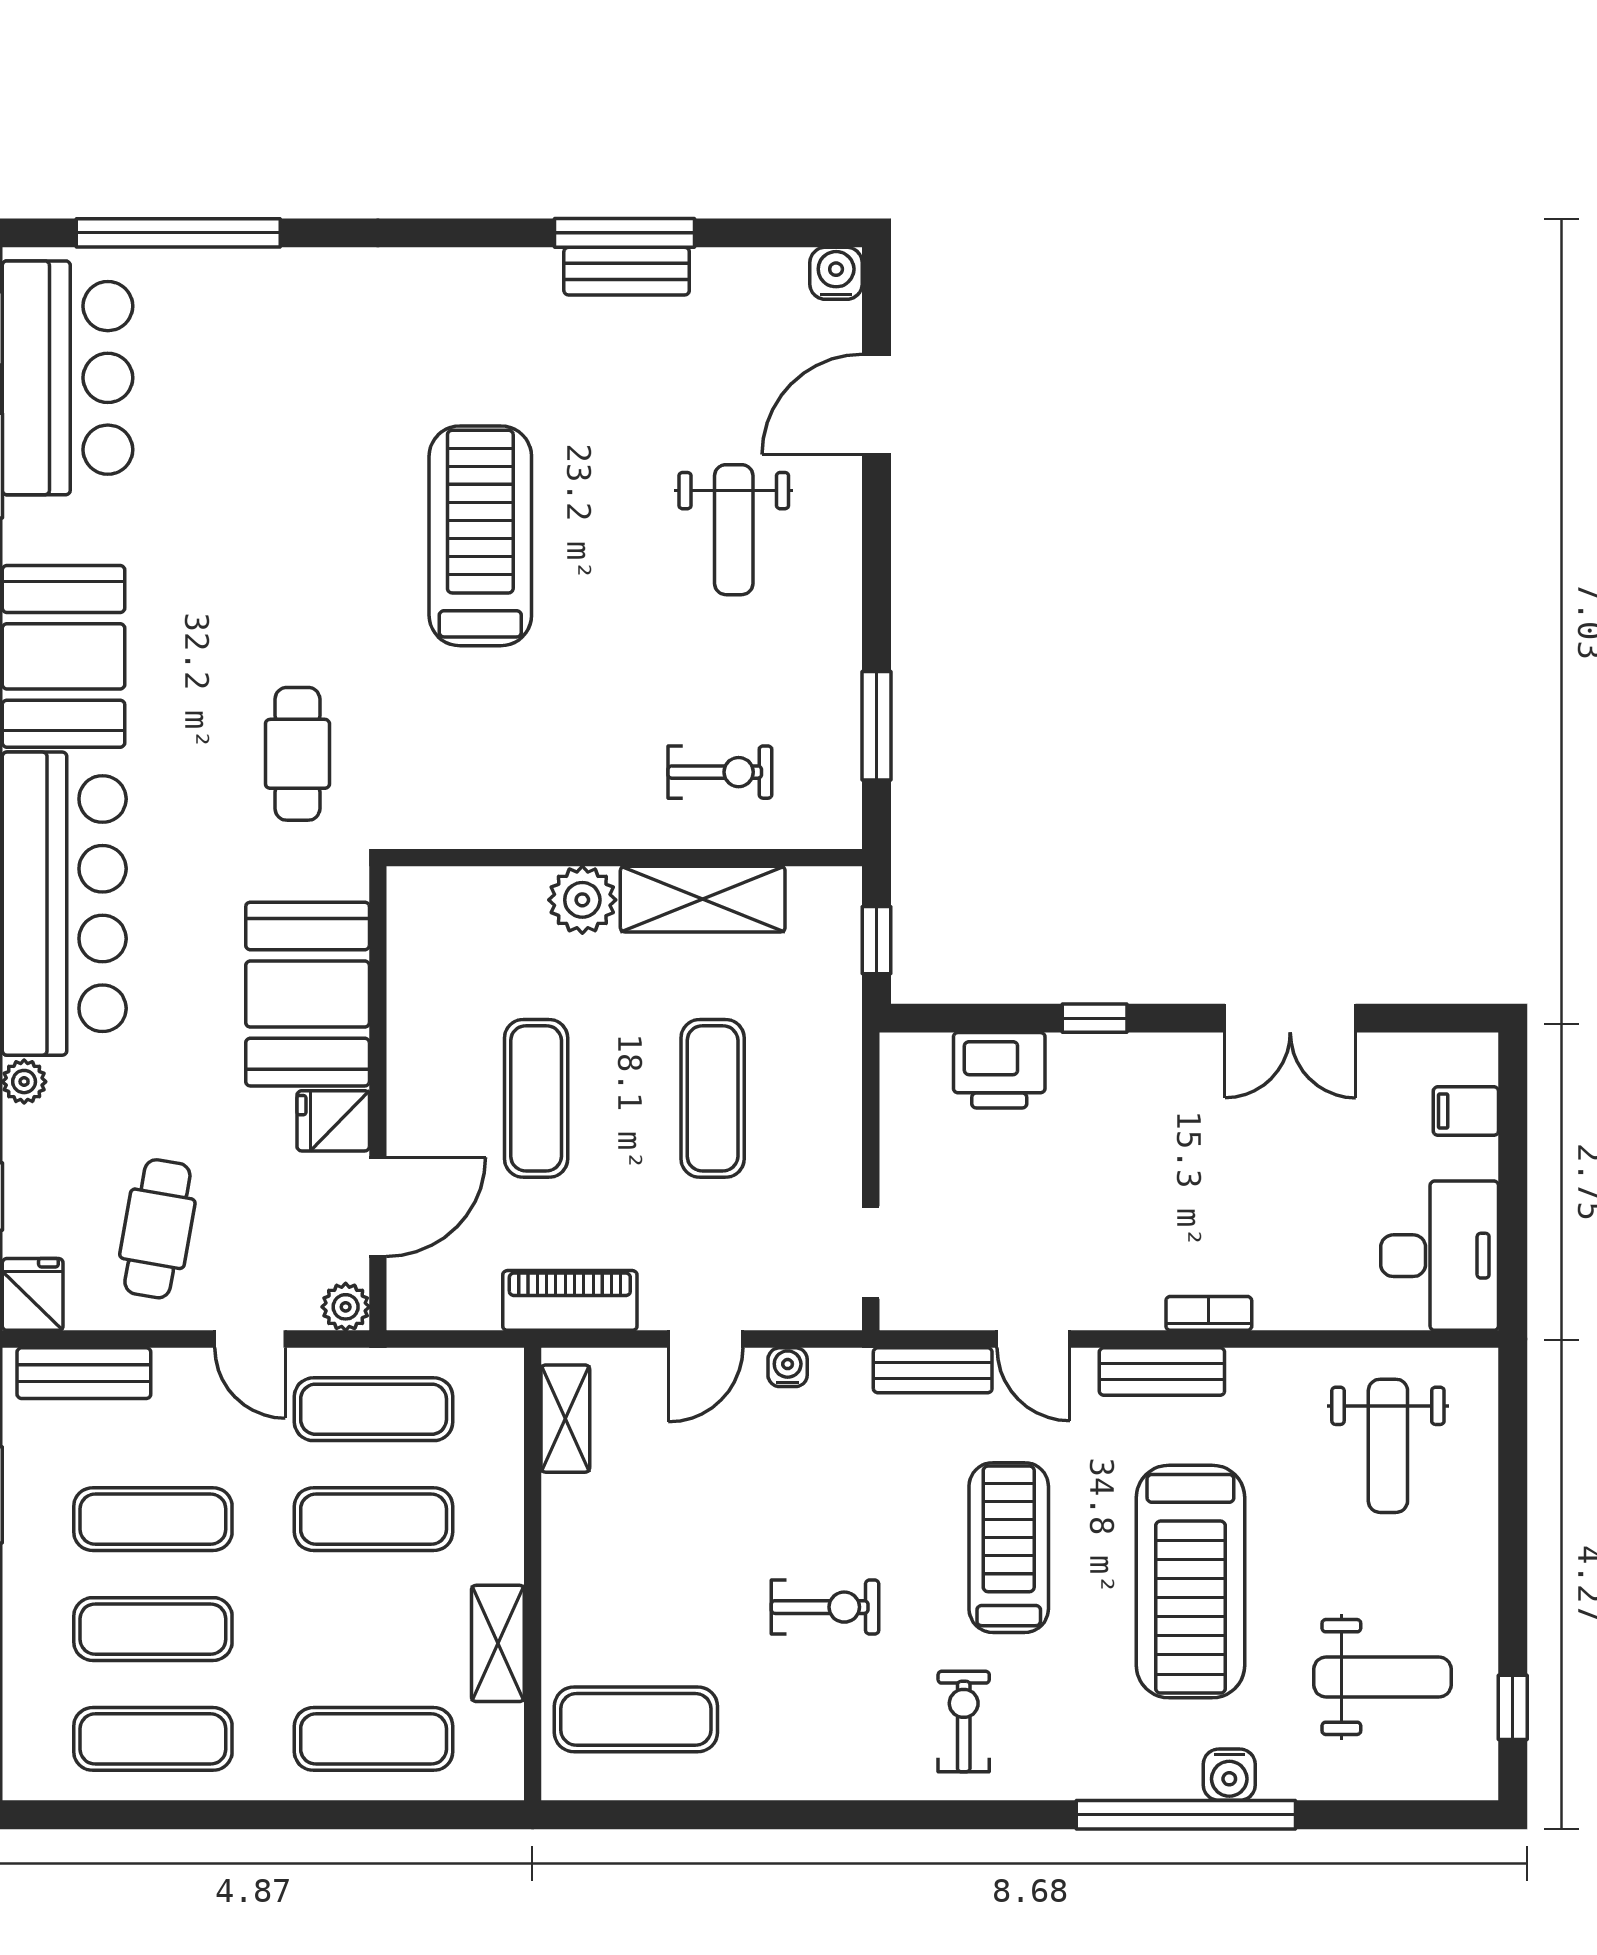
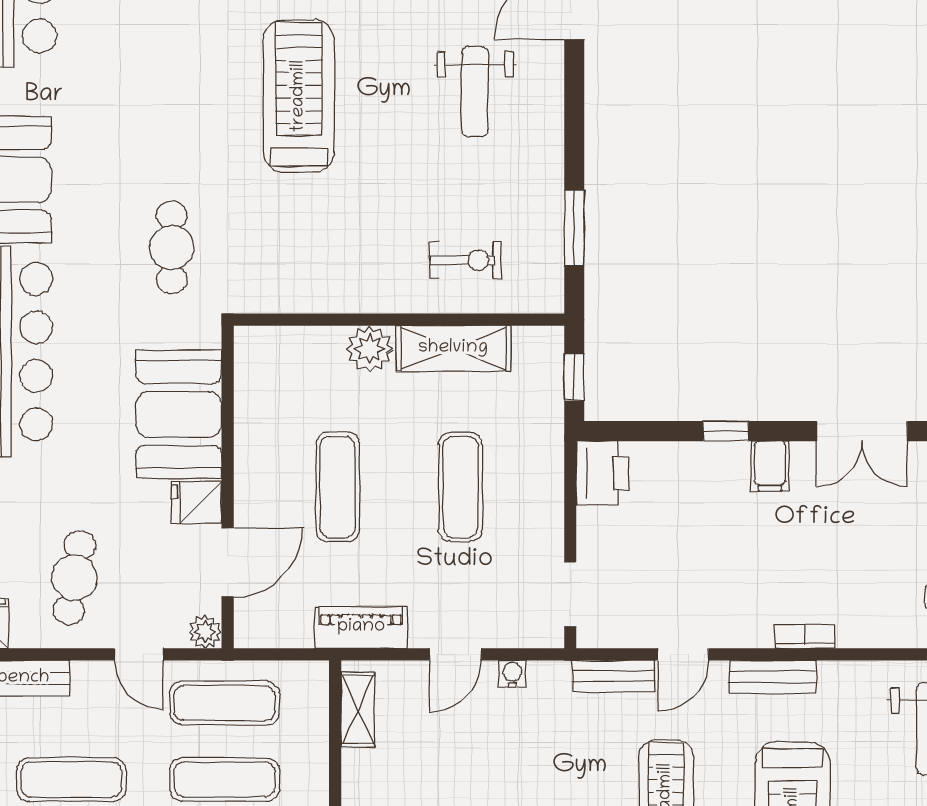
filing cabinet: (1158, 1069) -> (770, 466), added
printer: (999, 1070) -> (603, 473), moved, turned -90
door: (1033, 1339) -> (683, 654), hinge flipped

